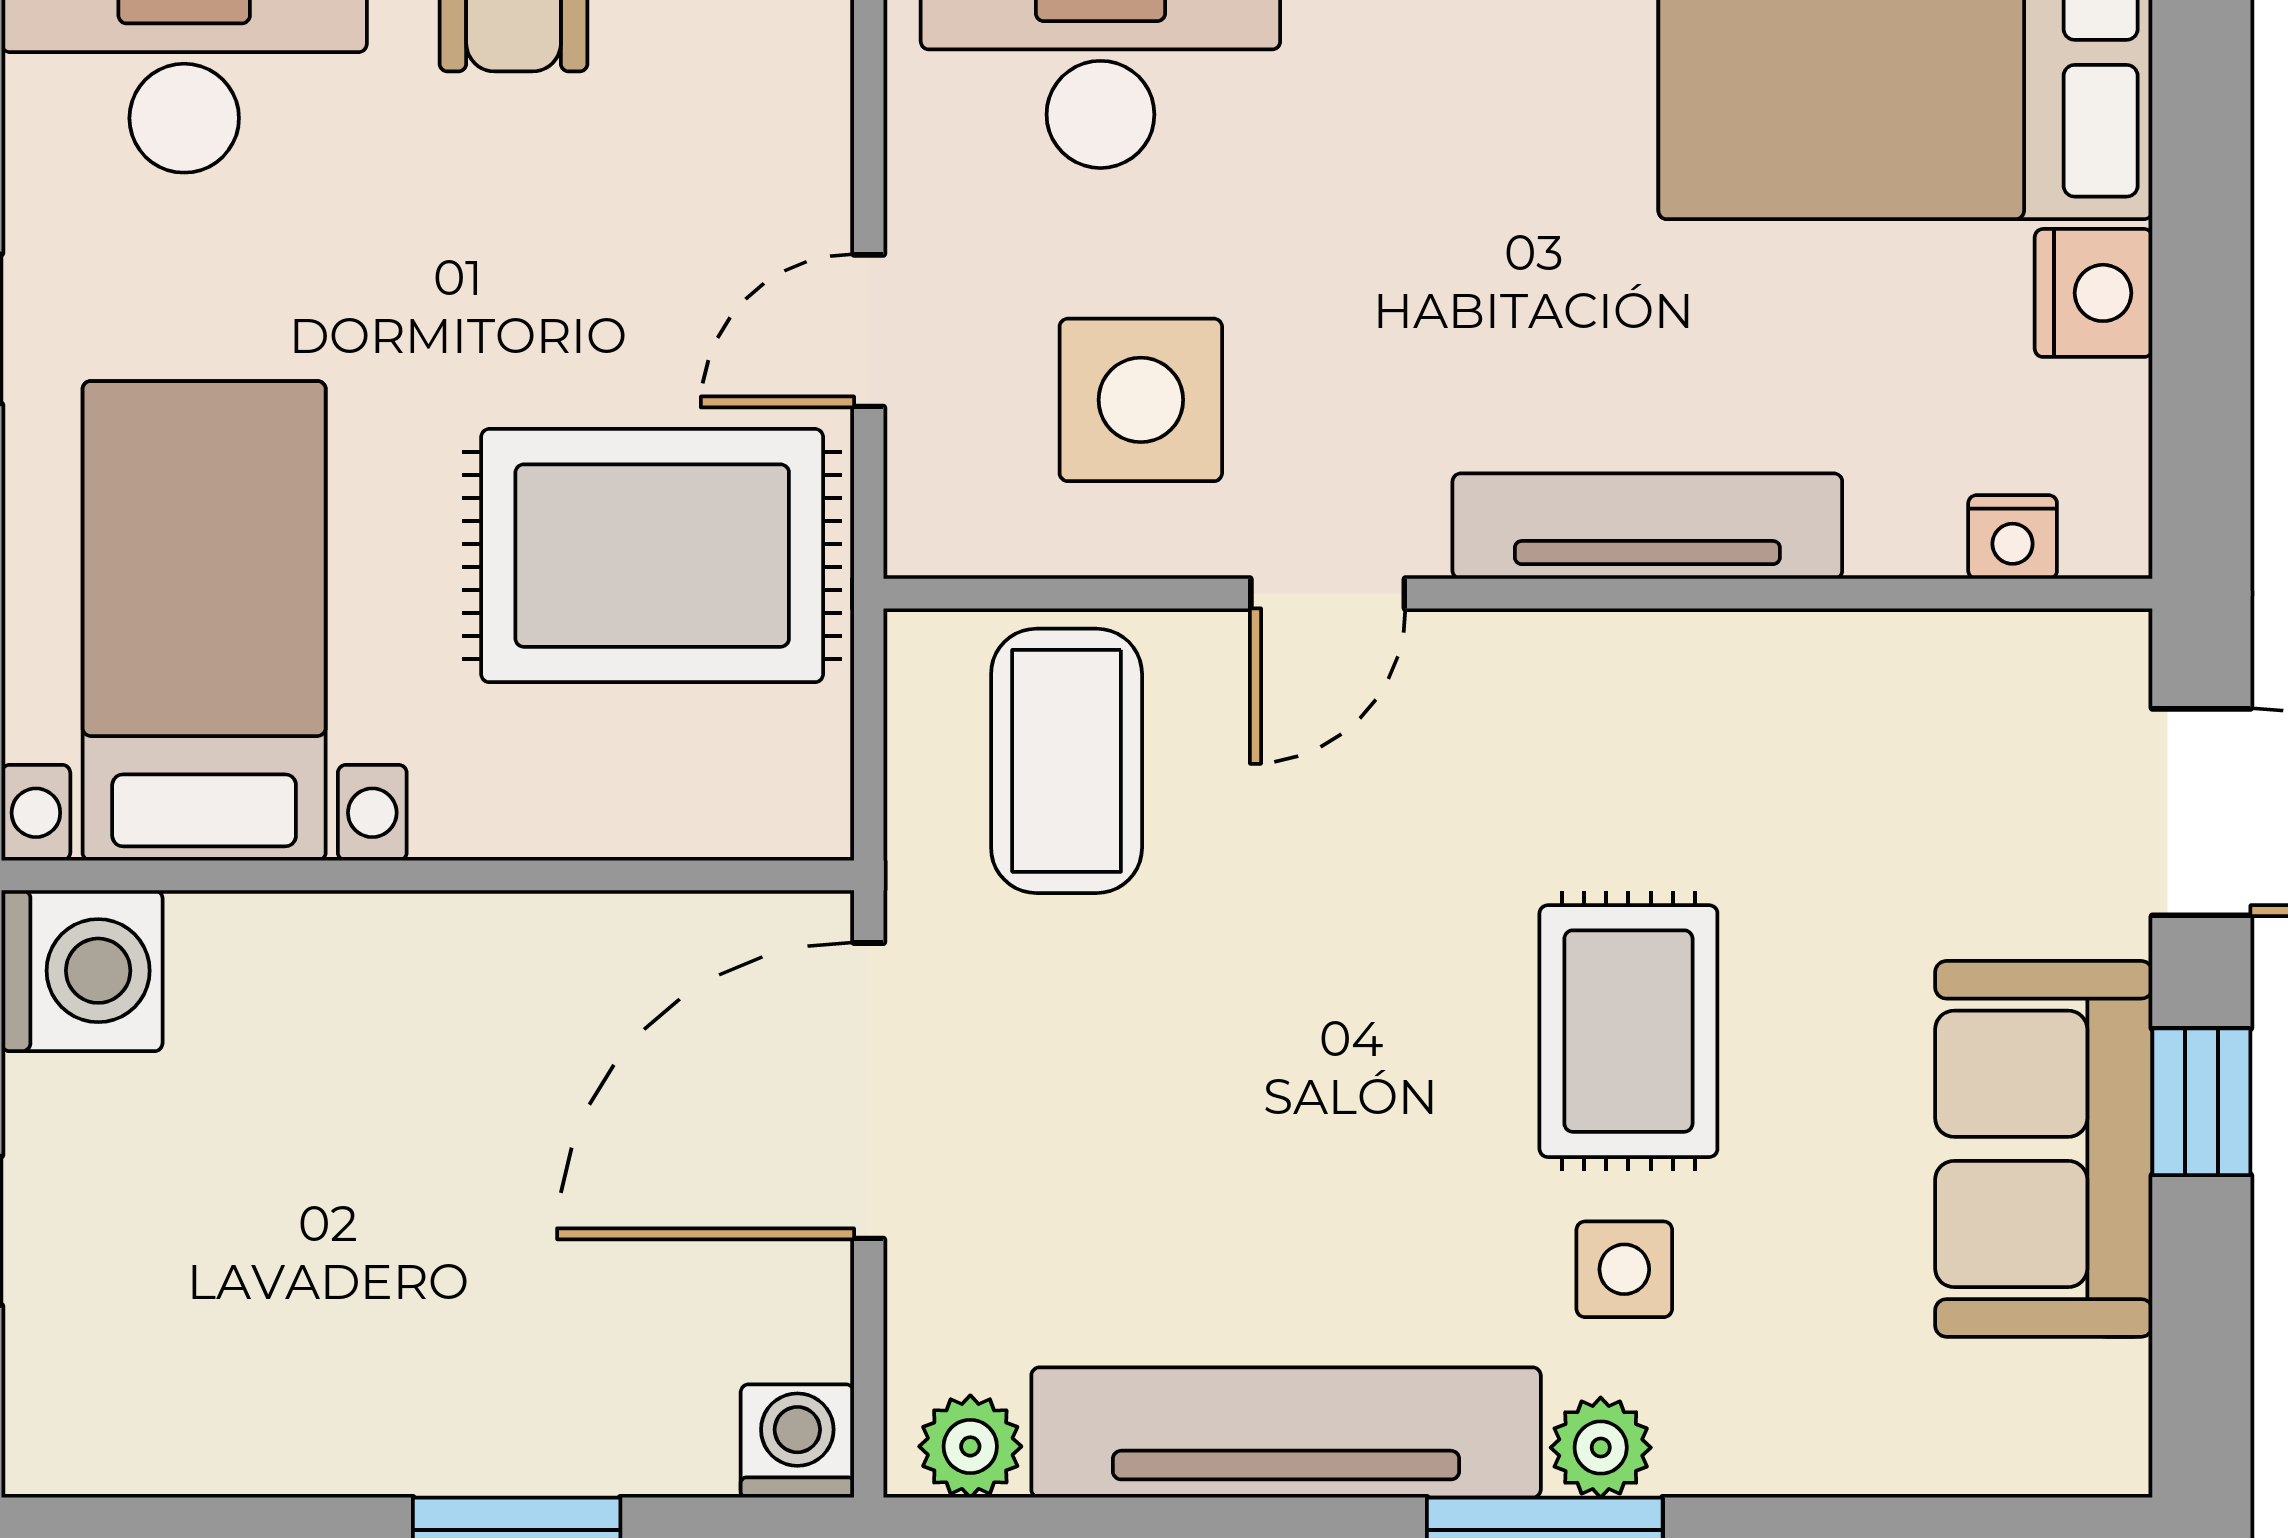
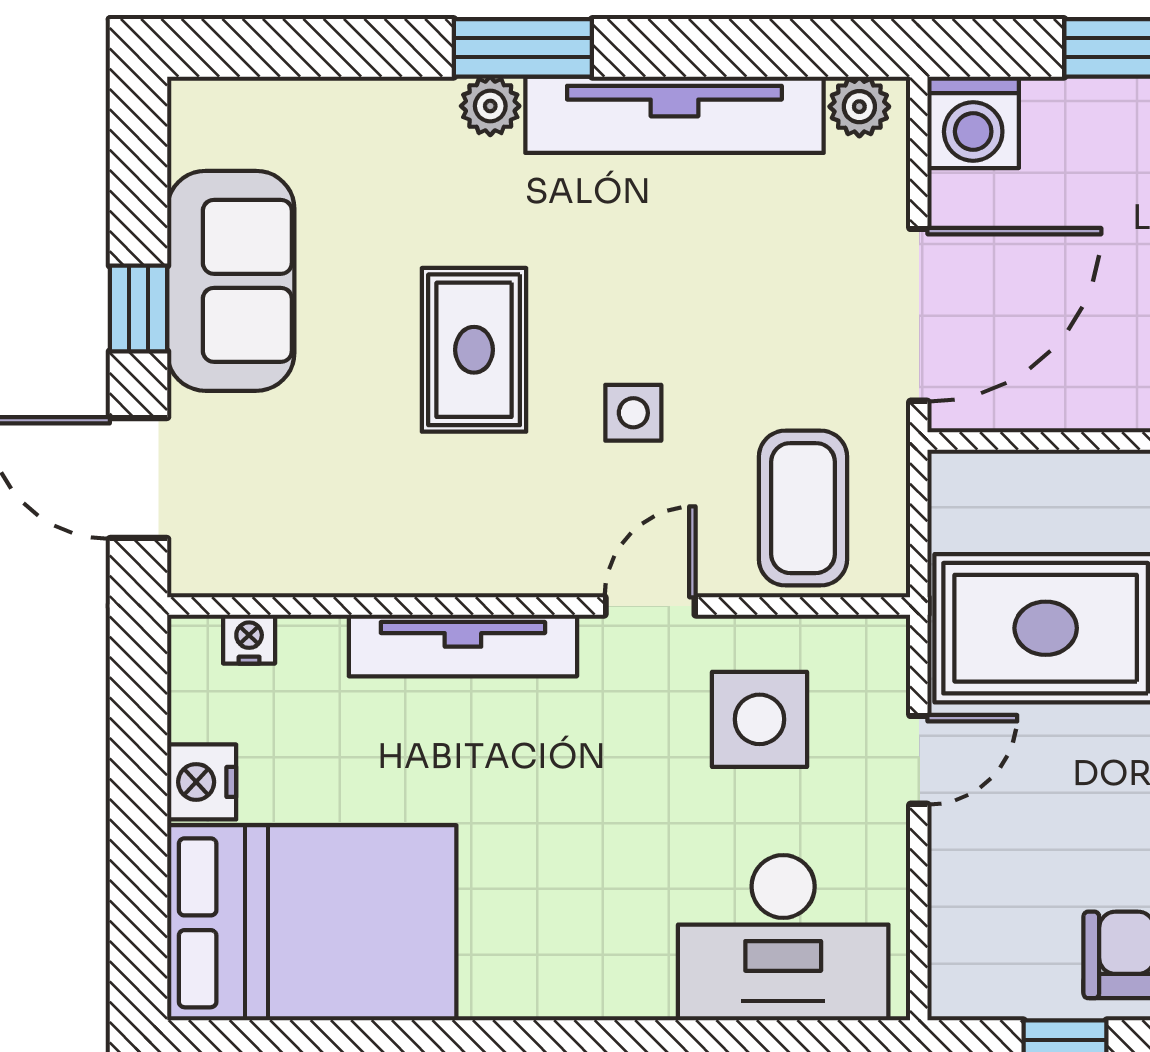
side table: (1624, 1269) -> (633, 413), moved
washing machine: (797, 1441) -> (973, 122), width x1.38, depth x1.38

